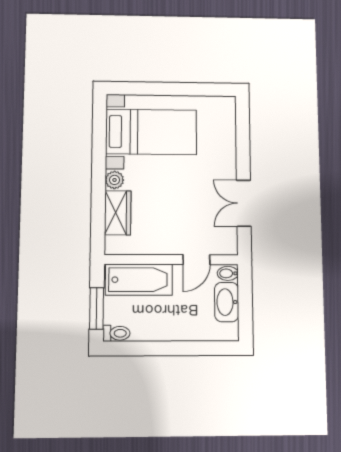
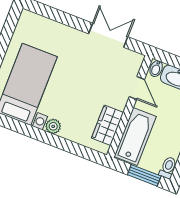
double door: (244, 203) -> (108, 35), swing flipped
wardrobe: (118, 213) -> (107, 125), moved, turned -90

